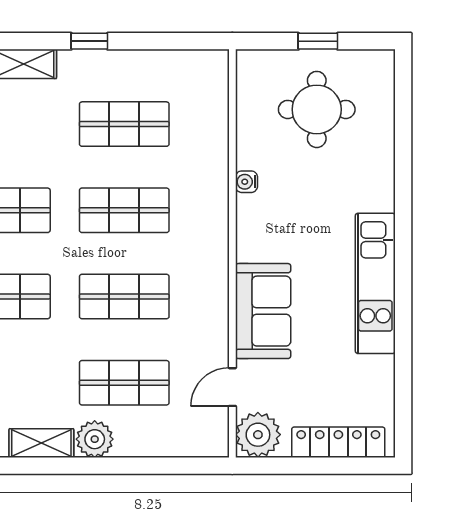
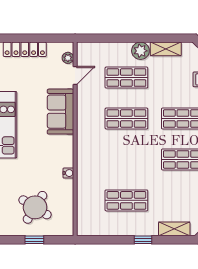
round table: (317, 109) -> (35, 207), turned 32
shop shelf: (124, 210) -> (126, 159), removed
plant: (258, 435) -> (68, 58), width x0.53, depth x0.53

